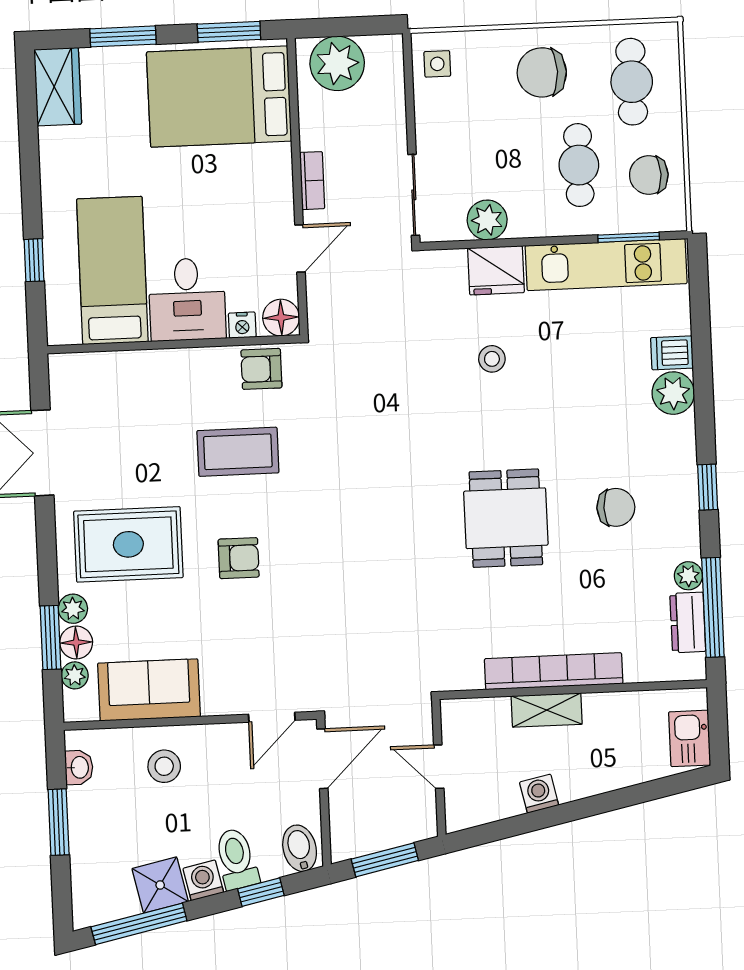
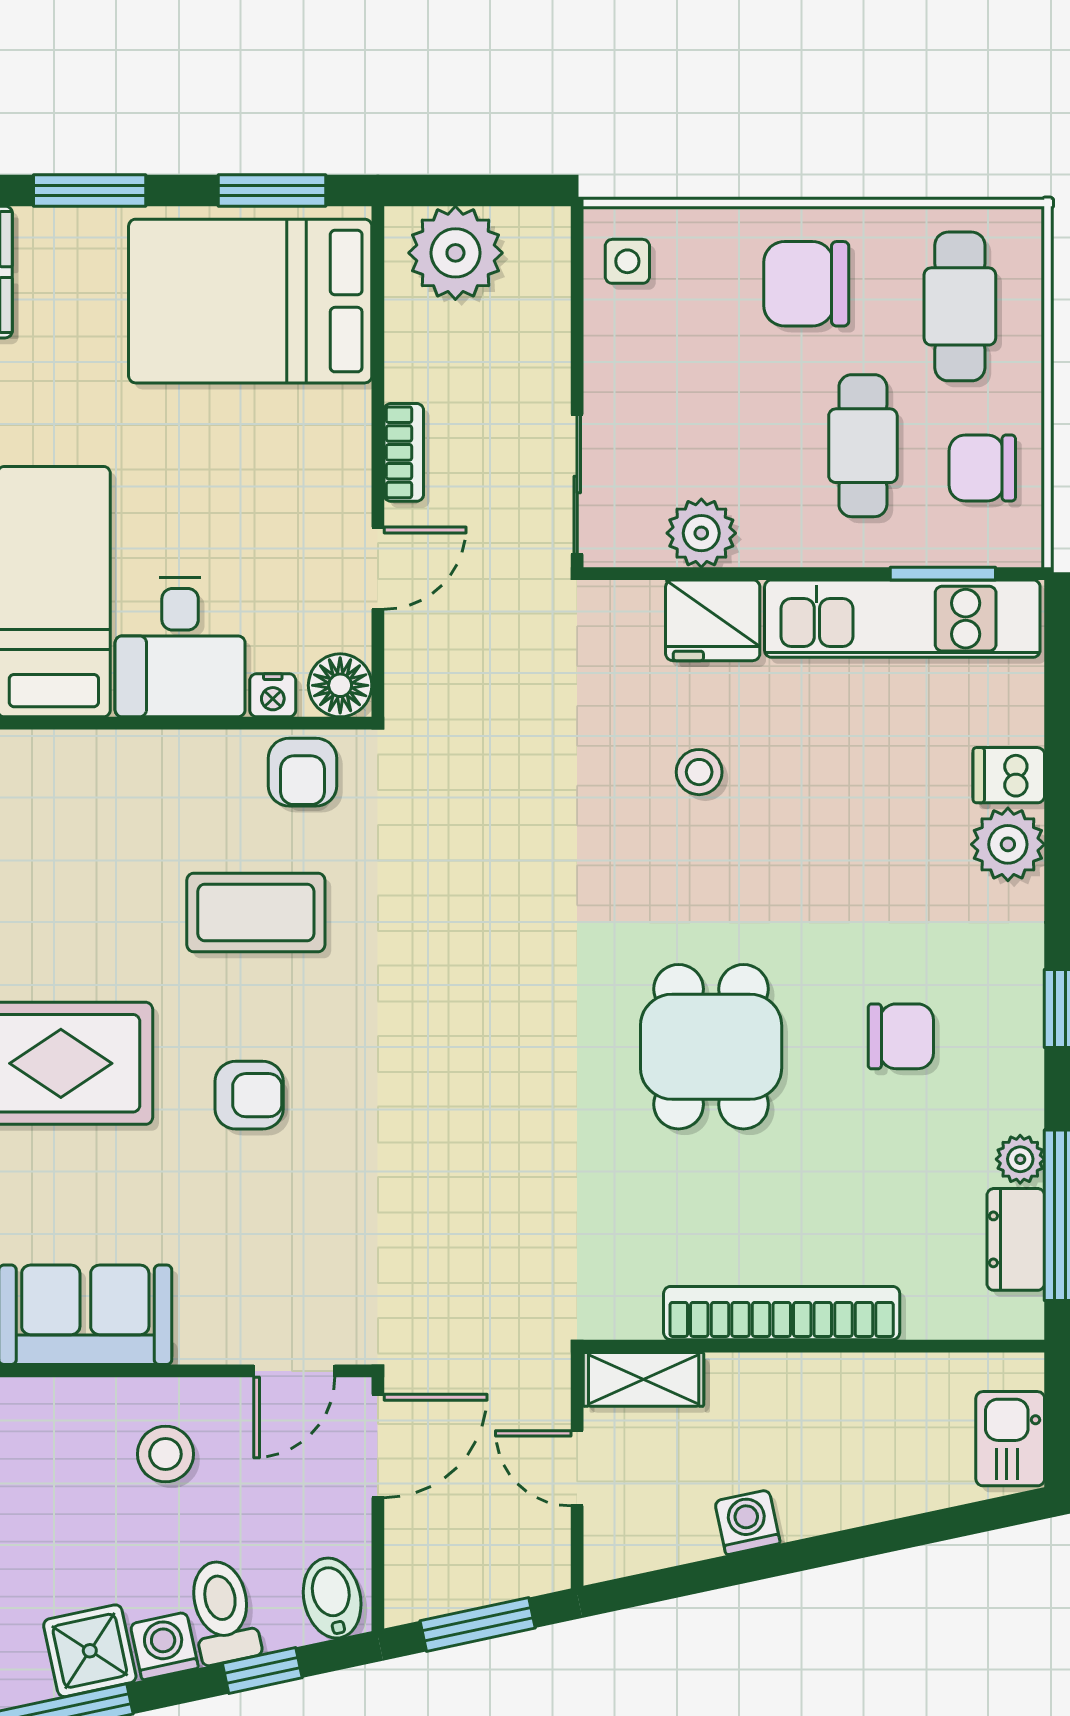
armchair: (261, 369) -> (302, 772), turned -90
shelving: (547, 710) -> (644, 1379), moved
stool: (164, 766) -> (165, 1454), moved

